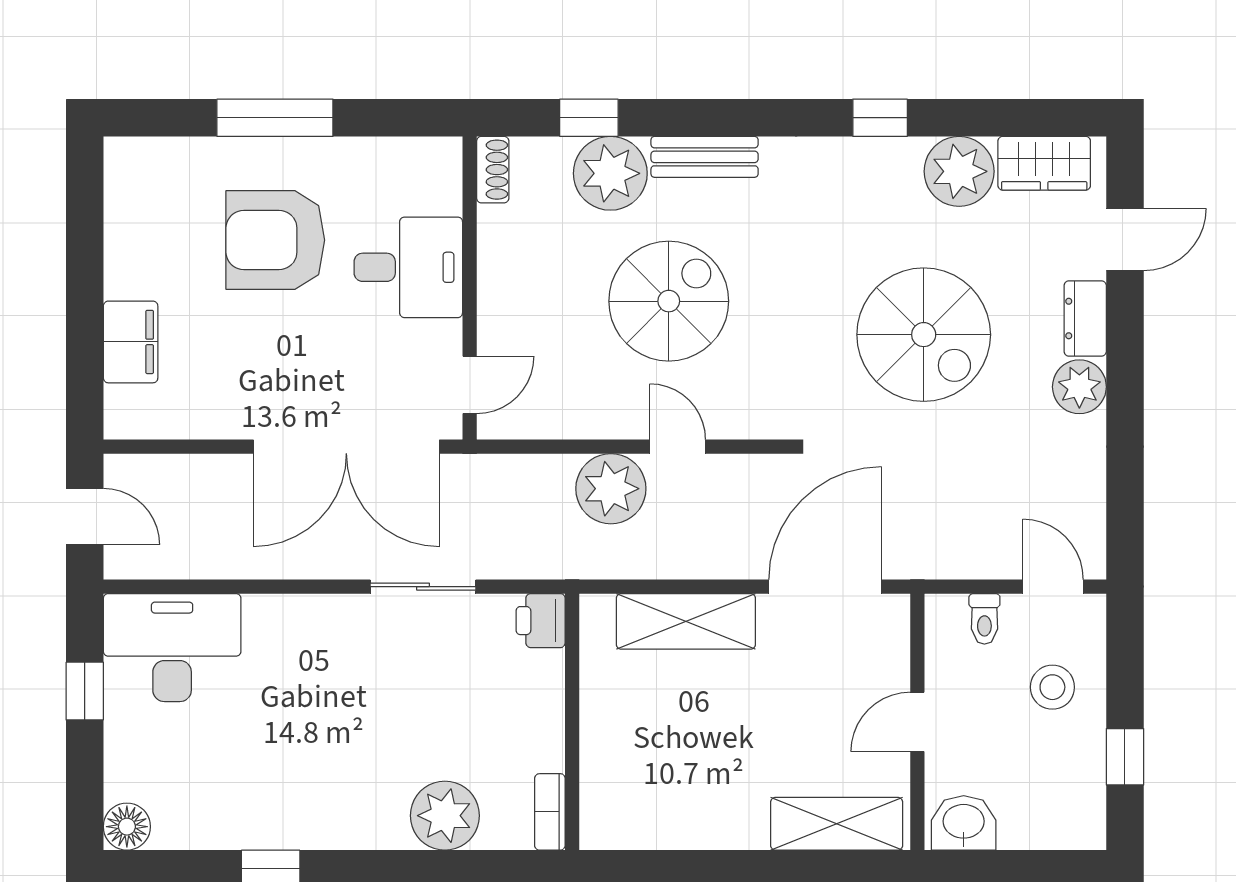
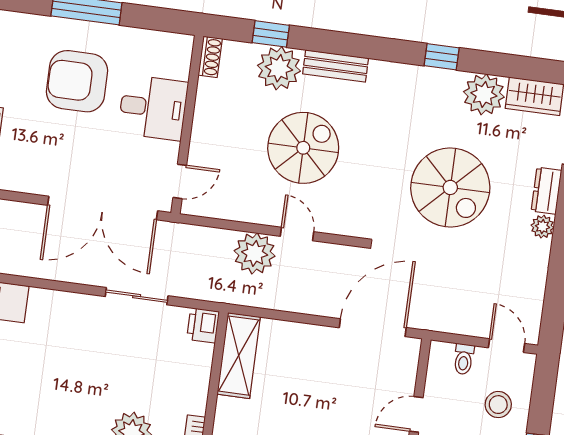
plant: (1079, 387) -> (542, 227), width x0.73, depth x0.73
shelving: (686, 621) -> (239, 356), moved, turned 90

